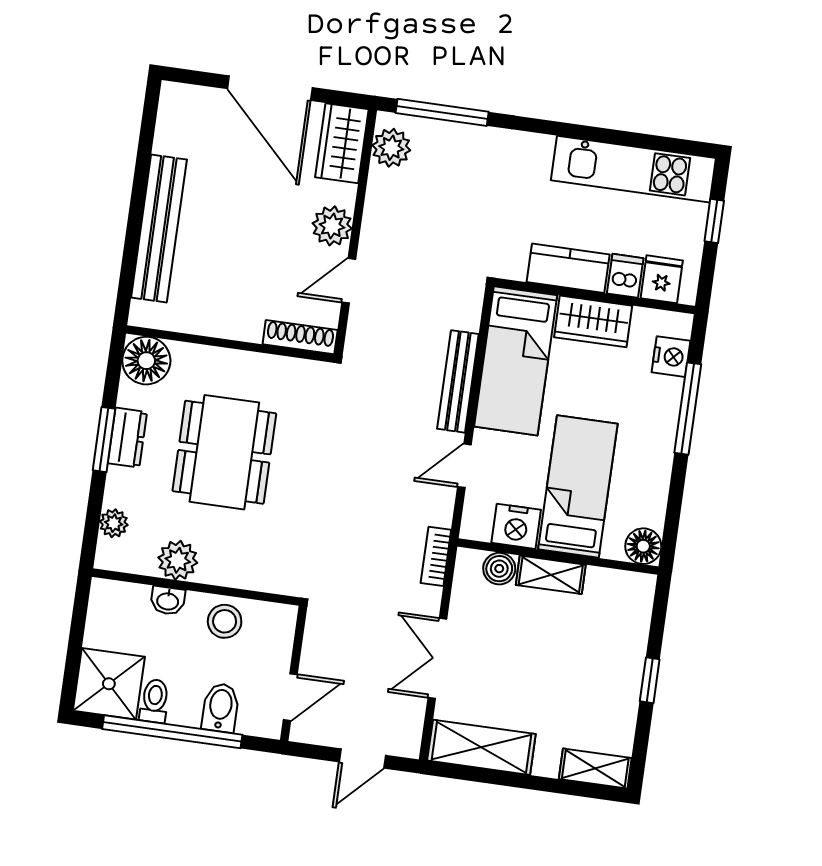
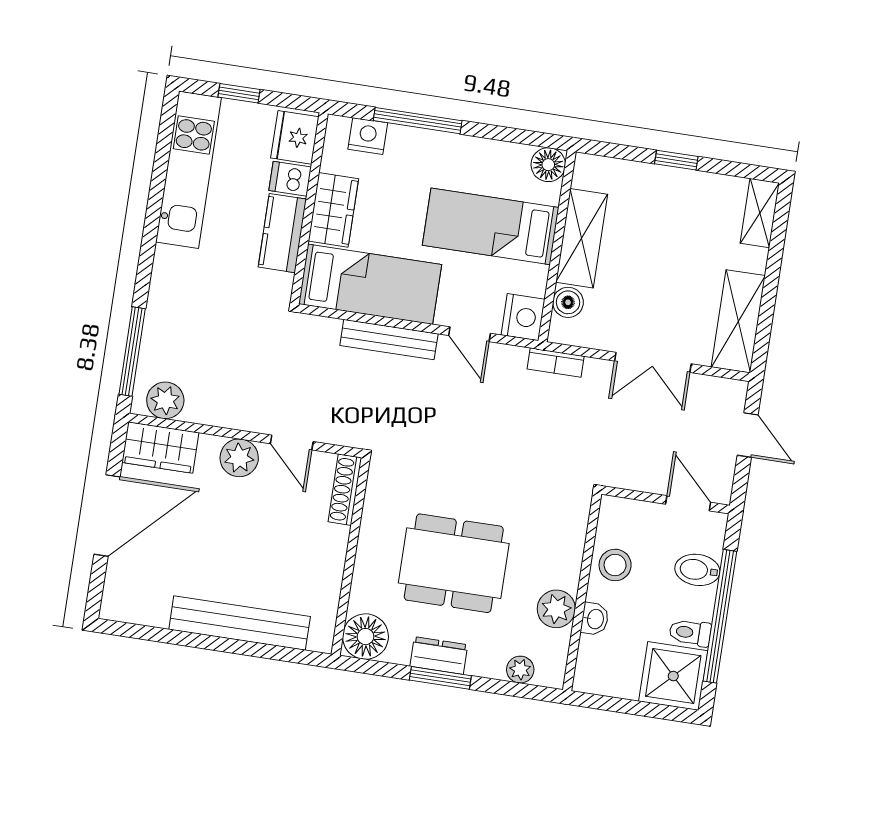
fridge: (662, 279) -> (295, 137), width x1.38
nightstand: (516, 526) -> (523, 317), moved
shelving: (551, 575) -> (582, 238), width x1.50, depth x1.33

